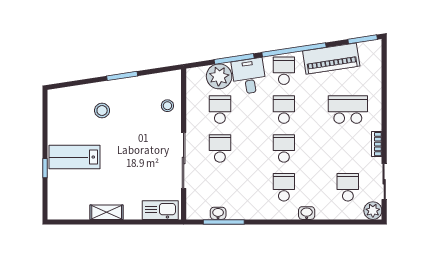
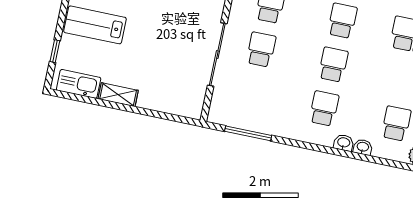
window: (45, 168) -> (55, 51), moved
kitchen sink: (160, 210) -> (79, 84), moved
washbasin: (218, 213) -> (363, 147), moved

